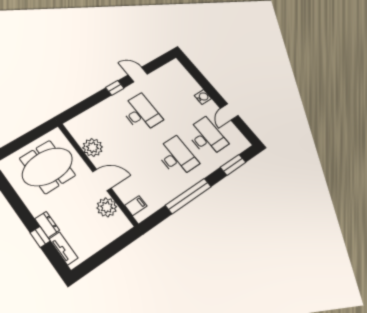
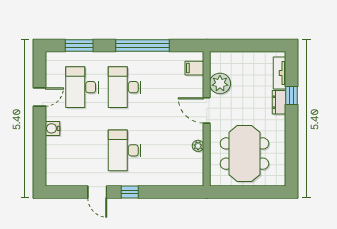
plant: (93, 147) -> (198, 146), width x0.53, depth x0.53
meeting table: (47, 167) -> (244, 154), turned 90

